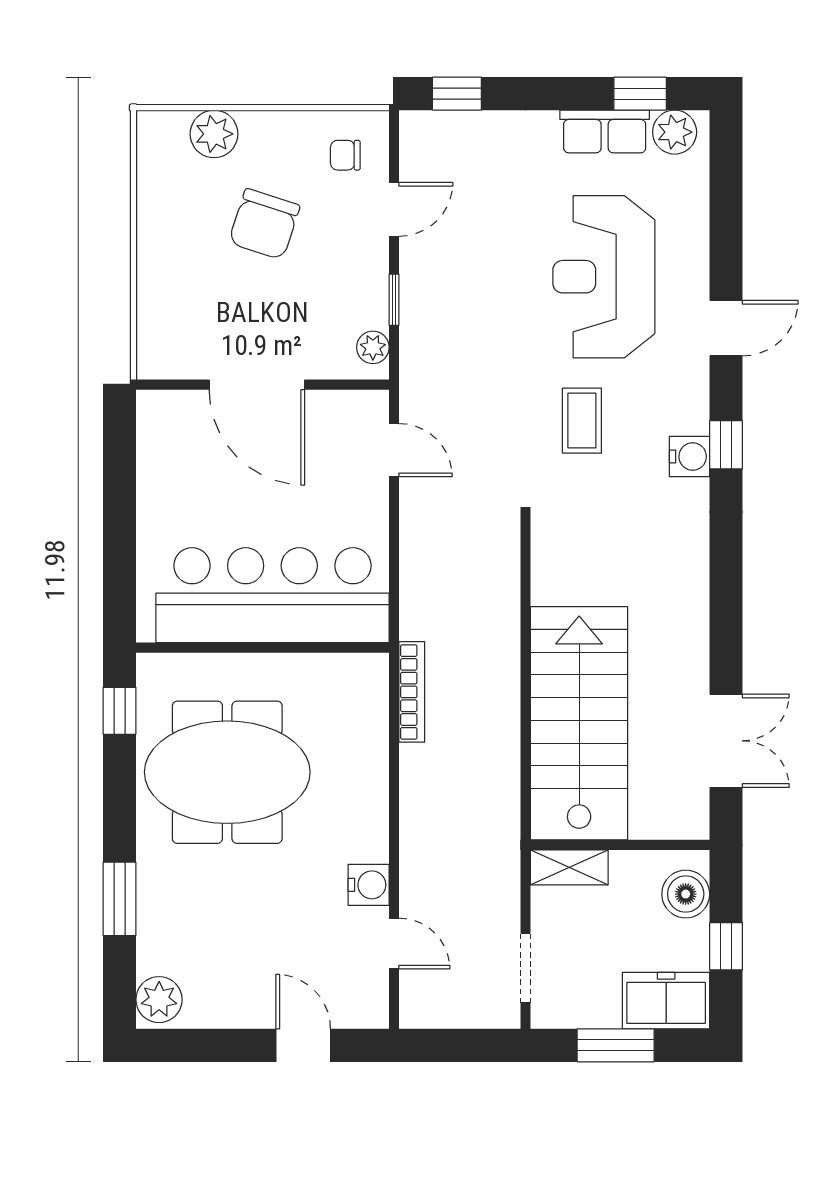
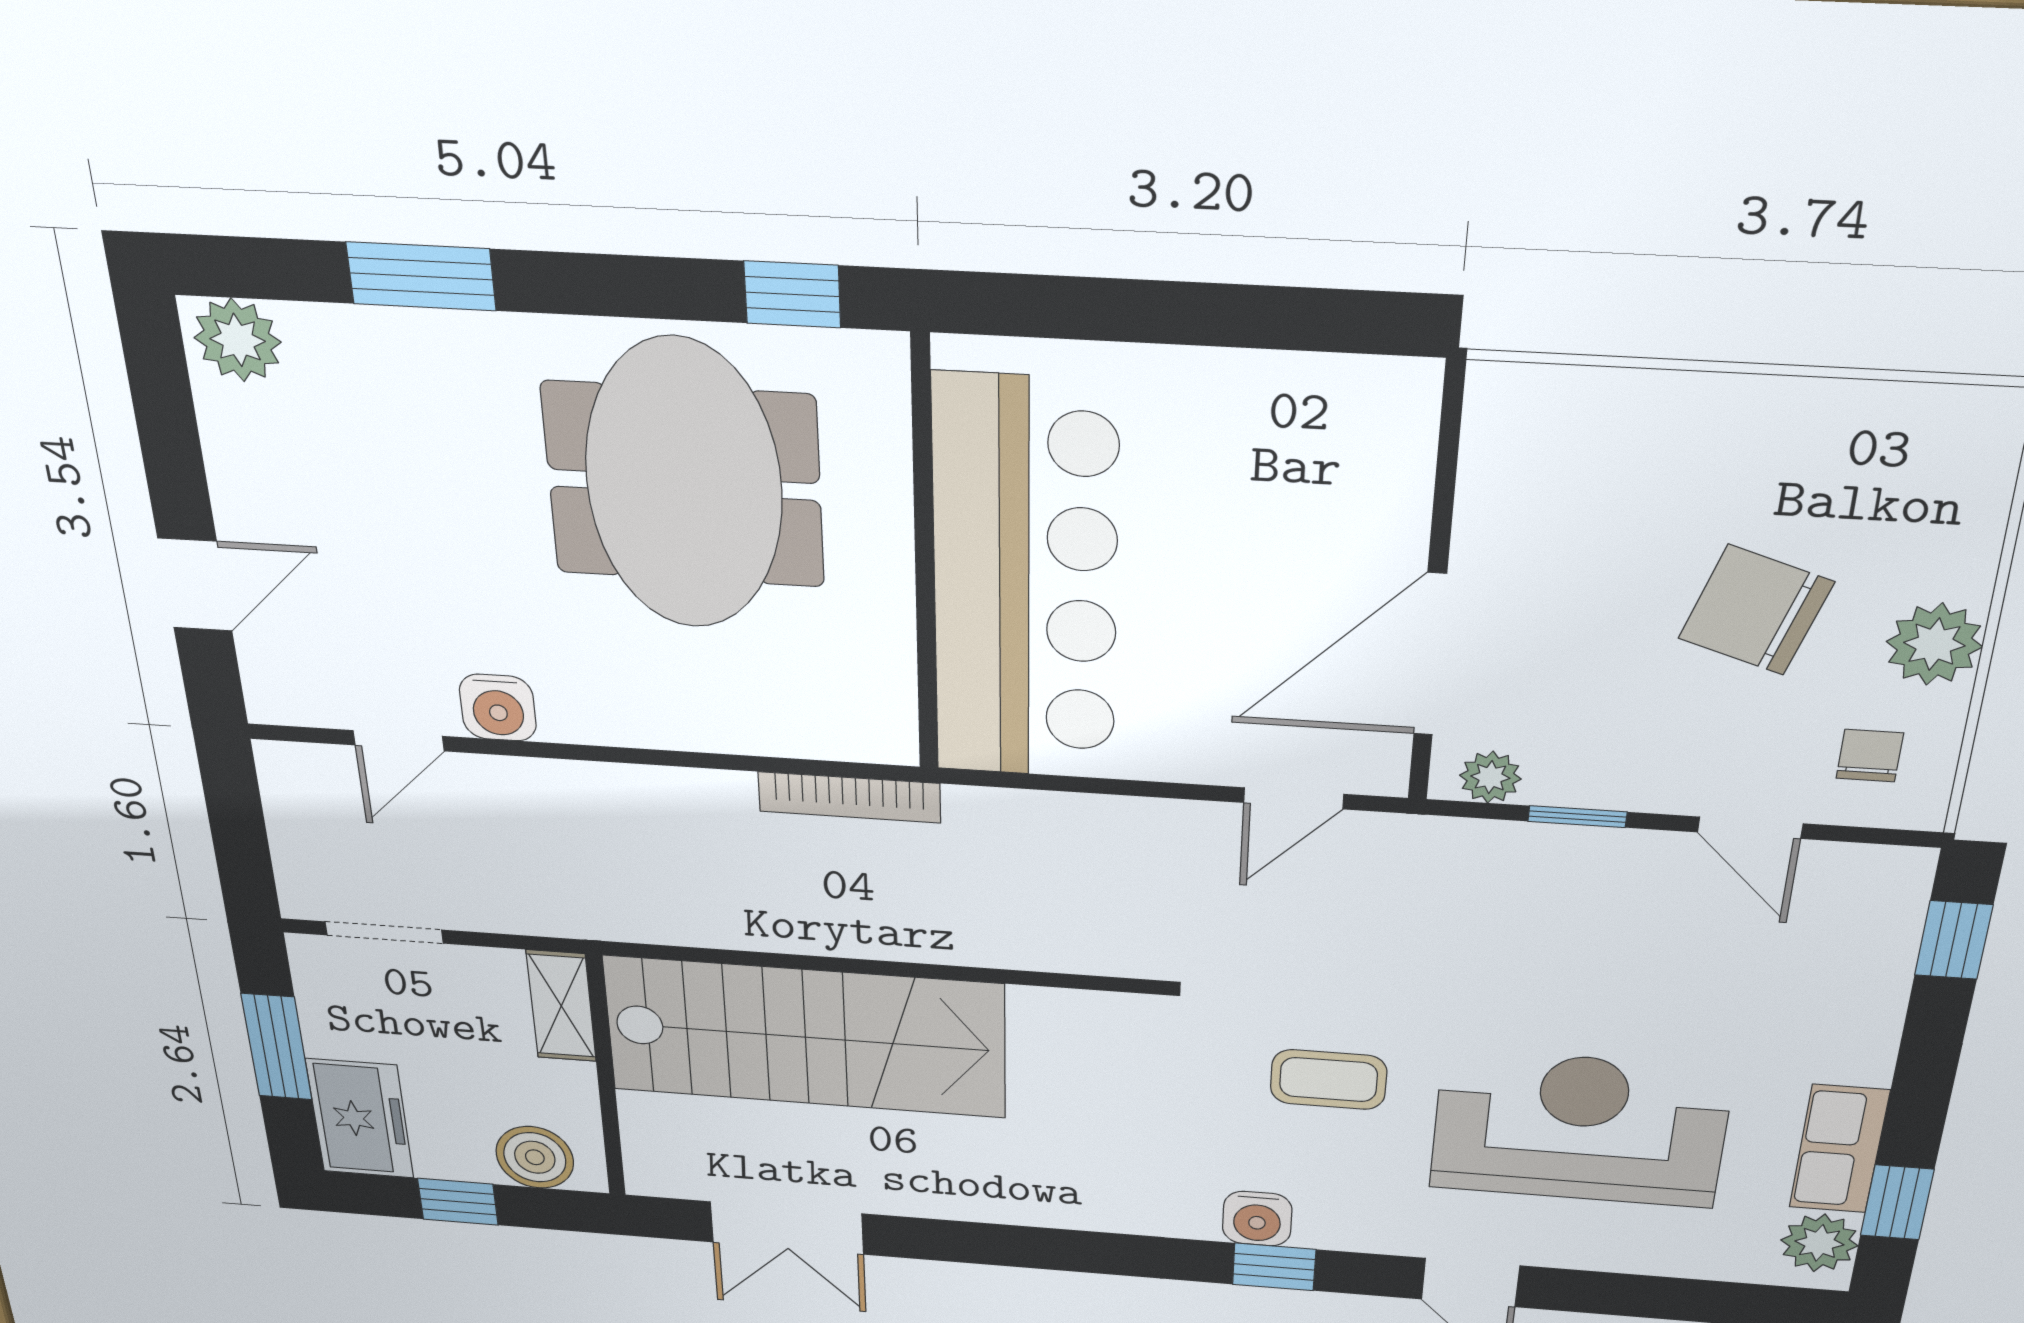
plant: (214, 134) -> (1934, 644), moved
door: (257, 385) -> (1430, 655), moved

